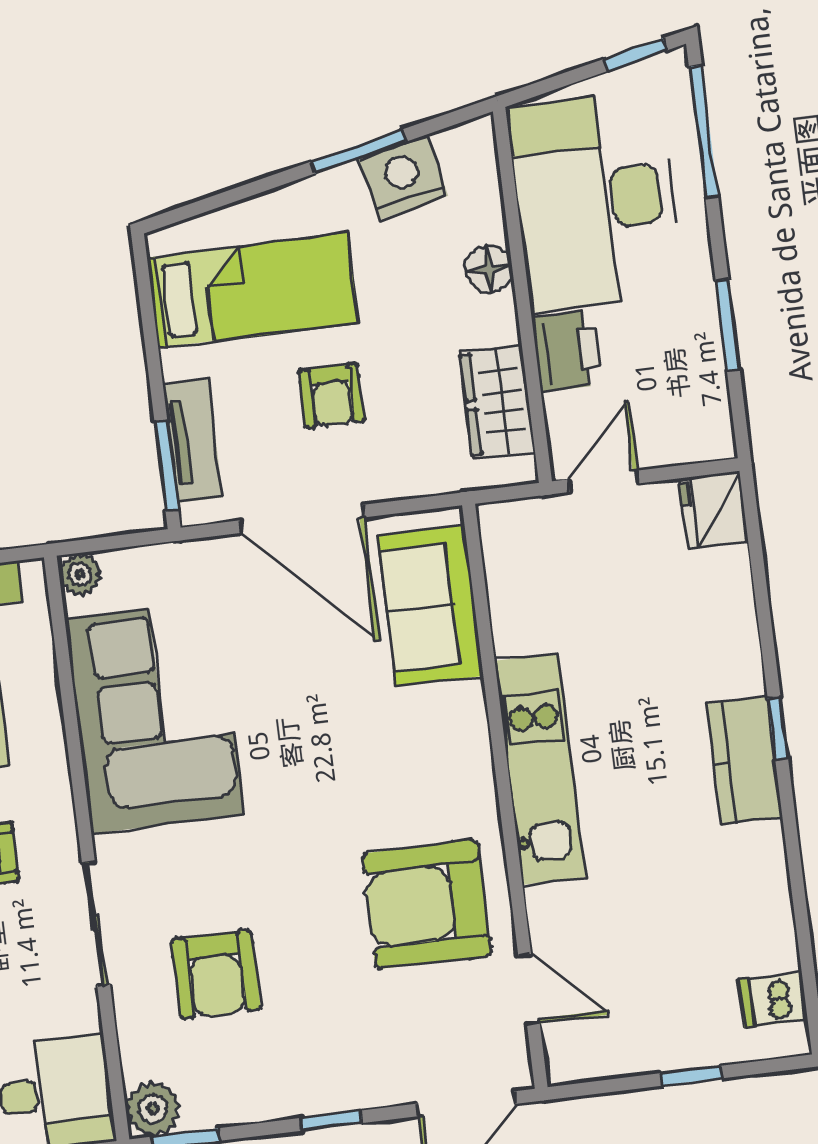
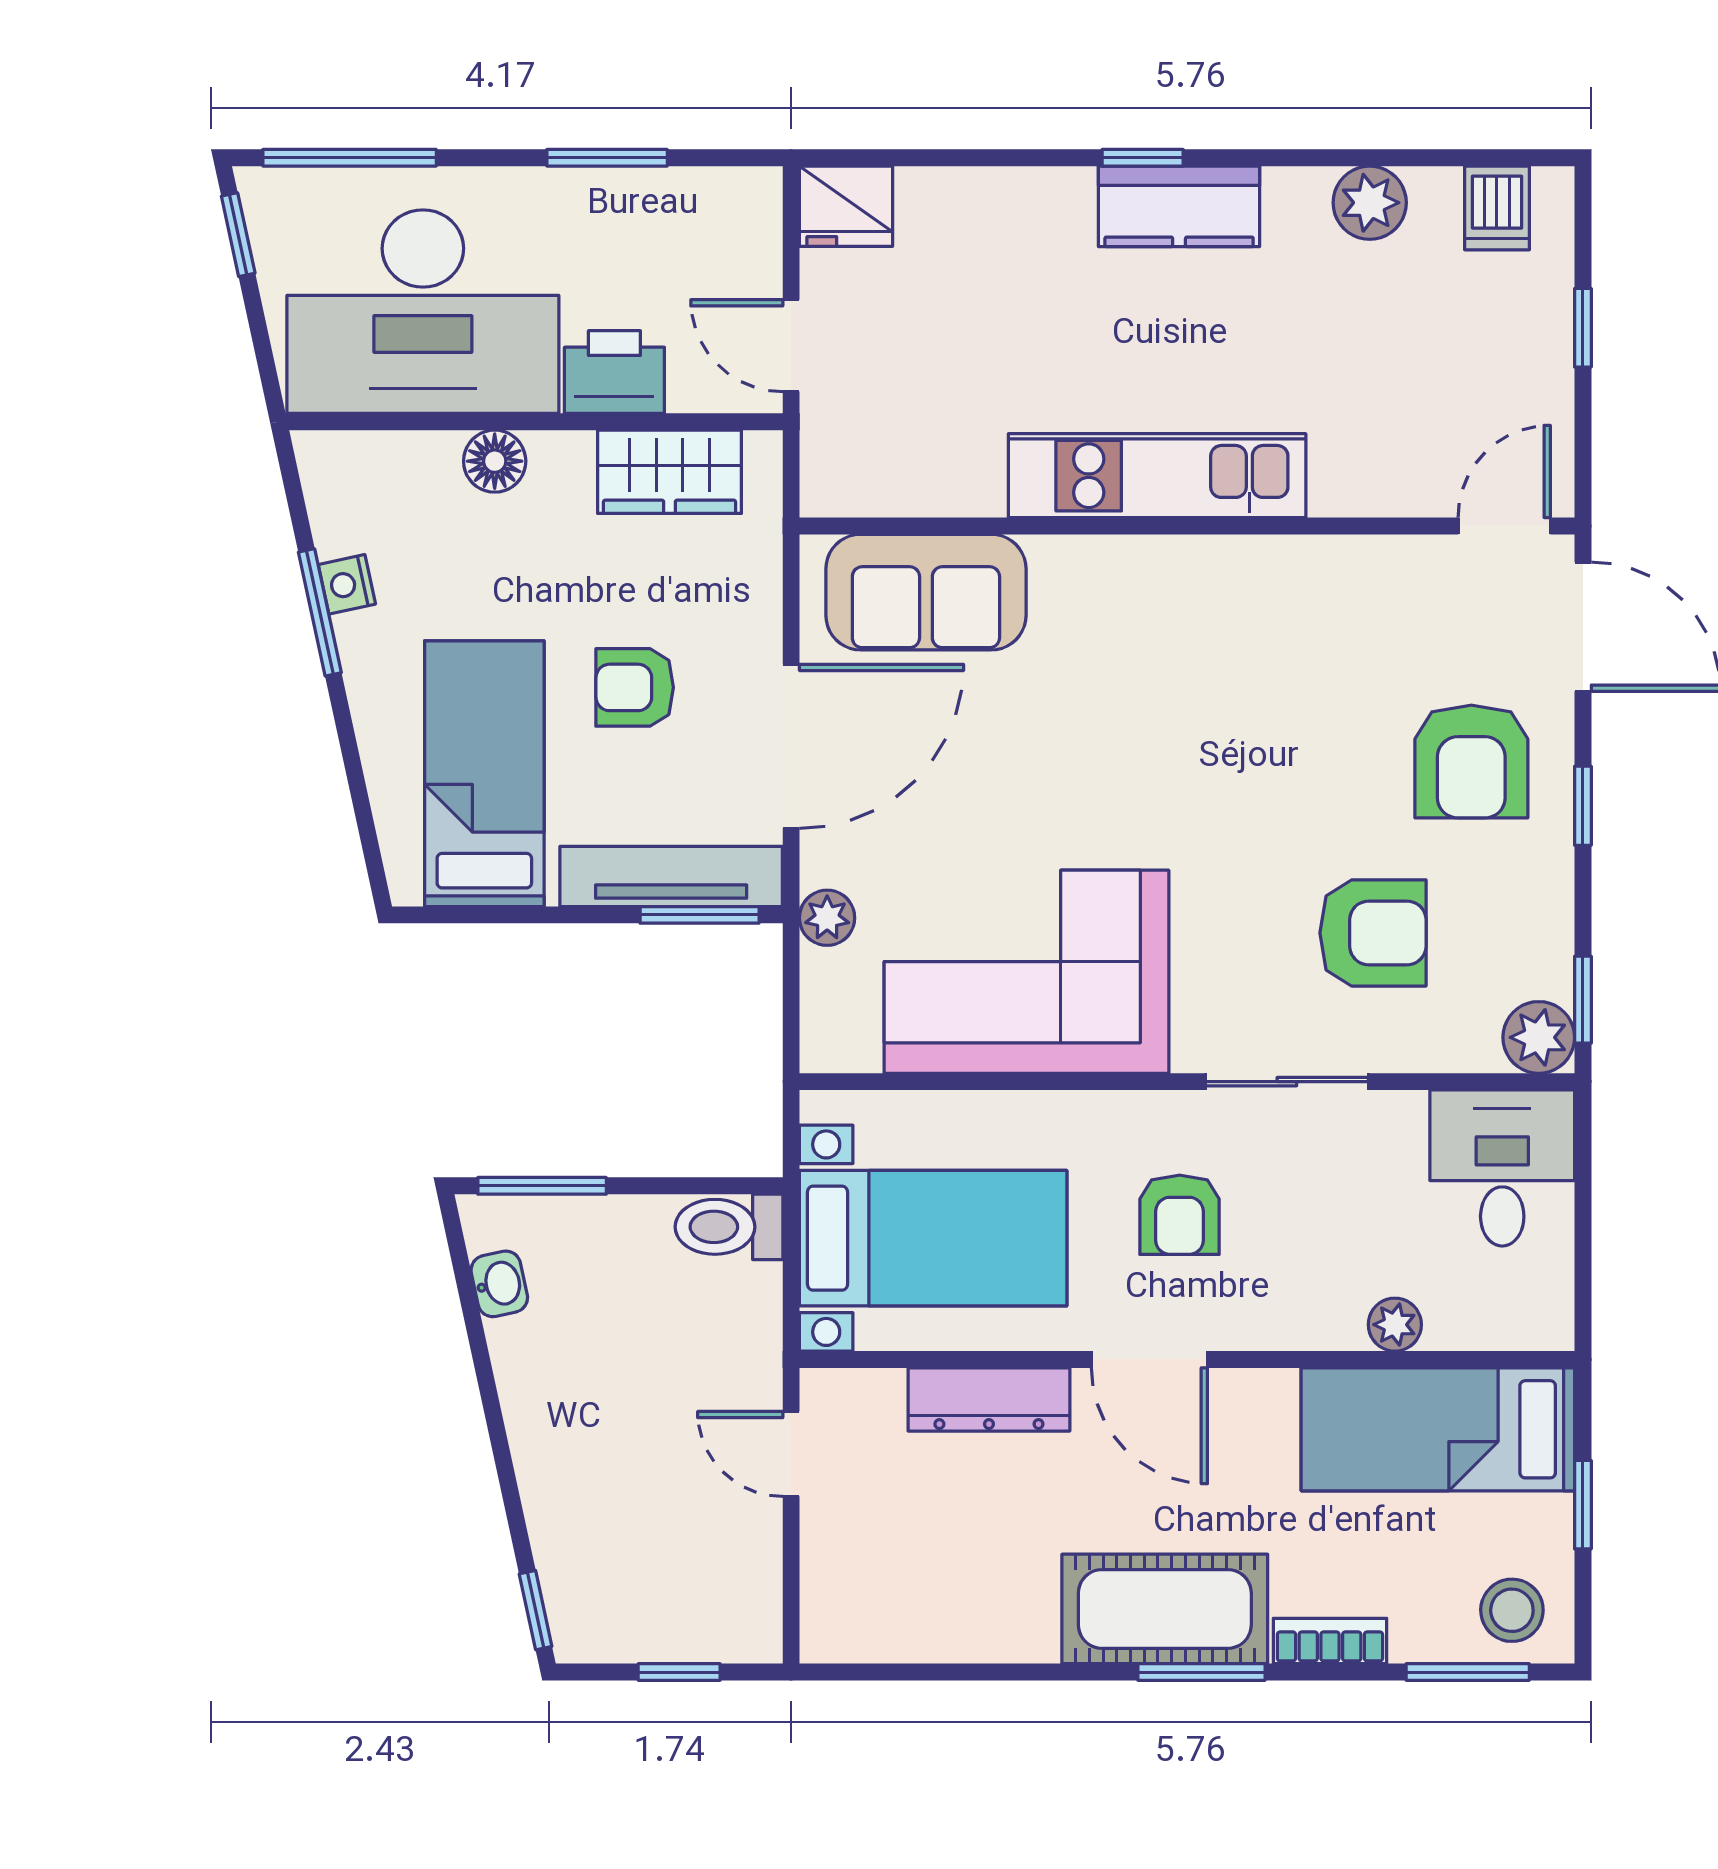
nightstand: (403, 177) -> (347, 584), width x0.53, depth x0.56
armchair: (332, 396) -> (635, 687), turned 180
tv unit: (193, 441) -> (671, 876), width x1.41
plant: (80, 574) -> (827, 918), moved
plant: (765, 903) -> (1370, 203), added
armchair: (427, 904) -> (1471, 761), moved, width x0.73, depth x0.73
door: (529, 989) -> (1504, 526), moved

